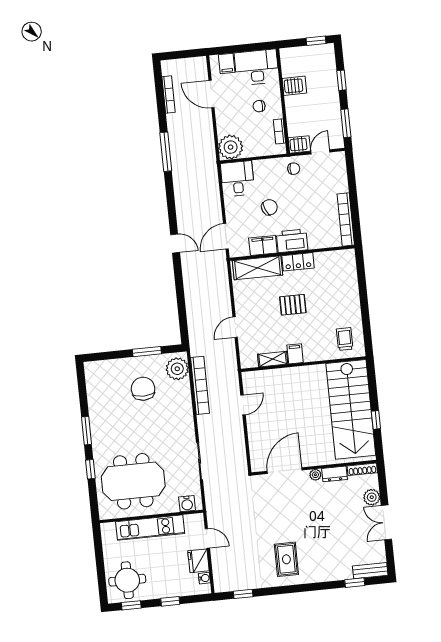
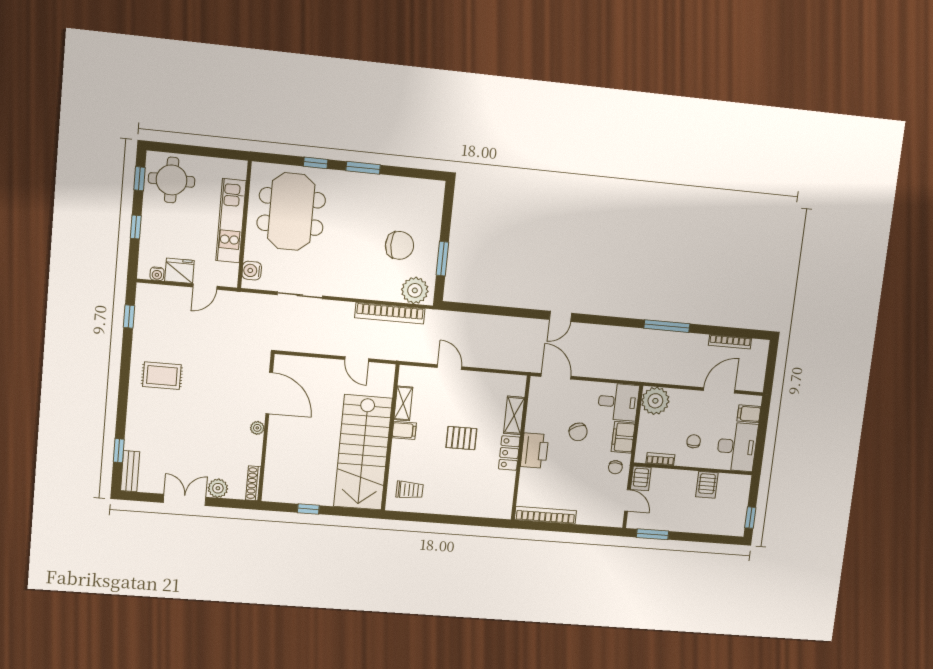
window: (341, 80) -> (701, 538), removed
filing cabinet: (263, 246) -> (623, 437), moved, turned 180
shelving: (258, 268) -> (514, 415), width x0.67, depth x0.75
pallet: (293, 305) -> (461, 438), turned 90
stairs: (351, 409) -> (363, 452), moved, turned -90
dresser: (334, 474) -> (254, 450), removed

